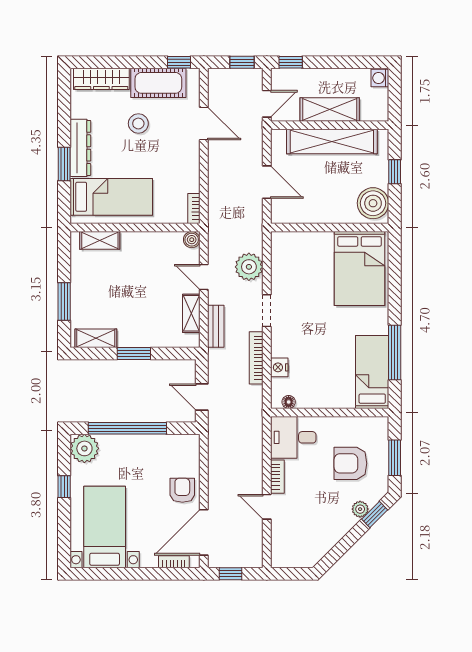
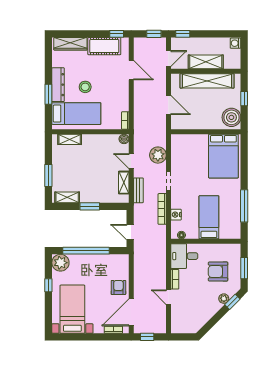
stool: (138, 124) -> (85, 87), moved
bed: (372, 372) -> (209, 217), moved

